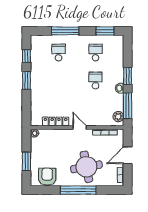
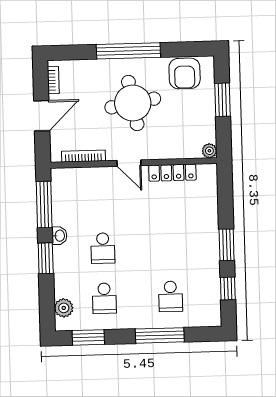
plant: (118, 117) -> (64, 308), moved
round table: (86, 167) -> (133, 103), moved

